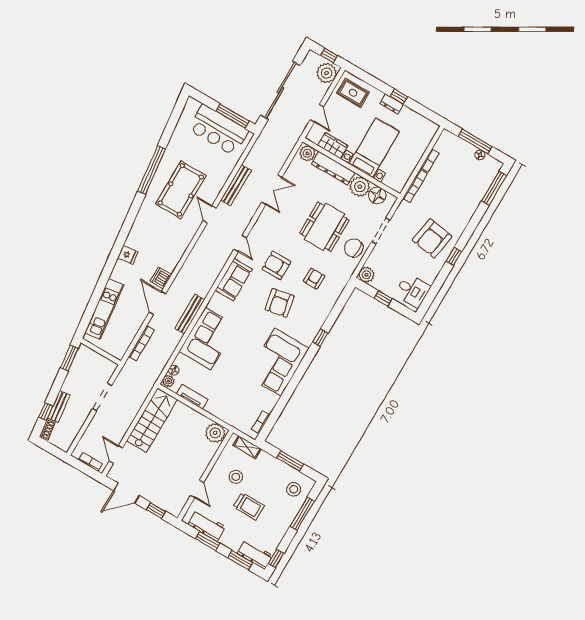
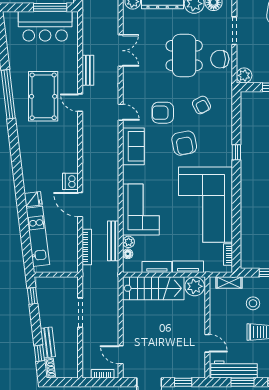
bench: (236, 185) -> (88, 70), width x0.73
fridge: (128, 255) -> (33, 199), moved
armchair: (314, 279) -> (201, 105), turned 152
bench: (190, 314) -> (113, 241), moved
window: (69, 358) -> (32, 296), width x0.67
corner sofa: (278, 362) -> (205, 205), width x1.36, depth x1.36
plant: (168, 381) -> (129, 242), moved
tv unit: (219, 413) -> (188, 267), added
stairs: (152, 420) -> (153, 288), moved, turned 90
stool: (236, 477) -> (253, 303), moved
workbench: (207, 526) -> (234, 370), width x1.37

